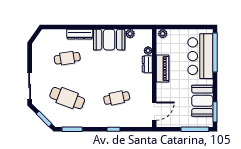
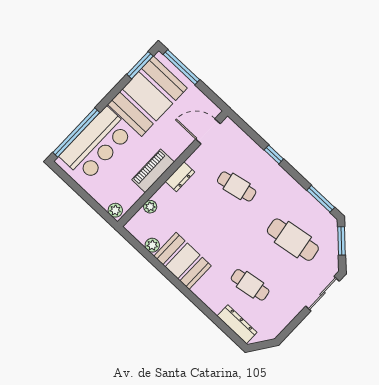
dresser: (80, 34) -> (237, 324), moved
dresser: (147, 64) -> (180, 177), moved
cafe table: (67, 98) -> (293, 240), turned -30
booth: (202, 101) -> (147, 96), width x1.36, depth x1.42

